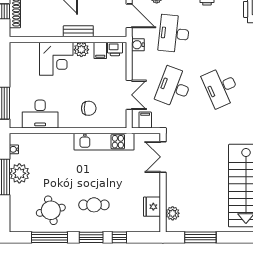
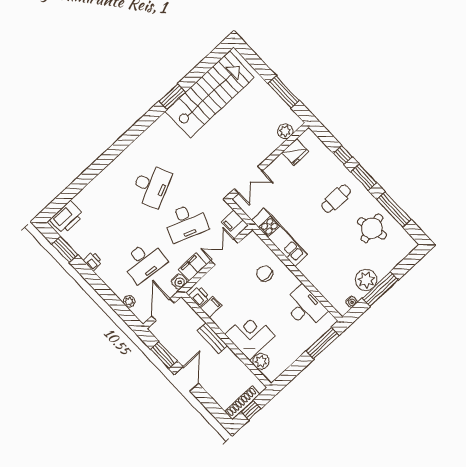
plant: (81, 50) -> (261, 361), moved
filing cabinet: (139, 63) -> (193, 267), added
cafe table: (94, 205) -> (336, 199), turned 90

